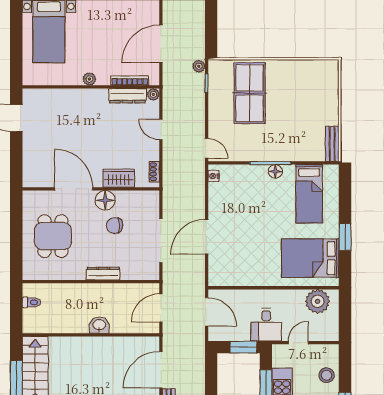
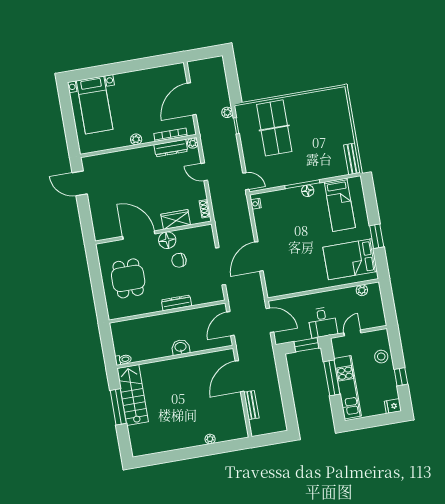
plant: (318, 301) -> (362, 290), width x0.53, depth x0.53
toilet: (31, 302) -> (123, 360), moved

